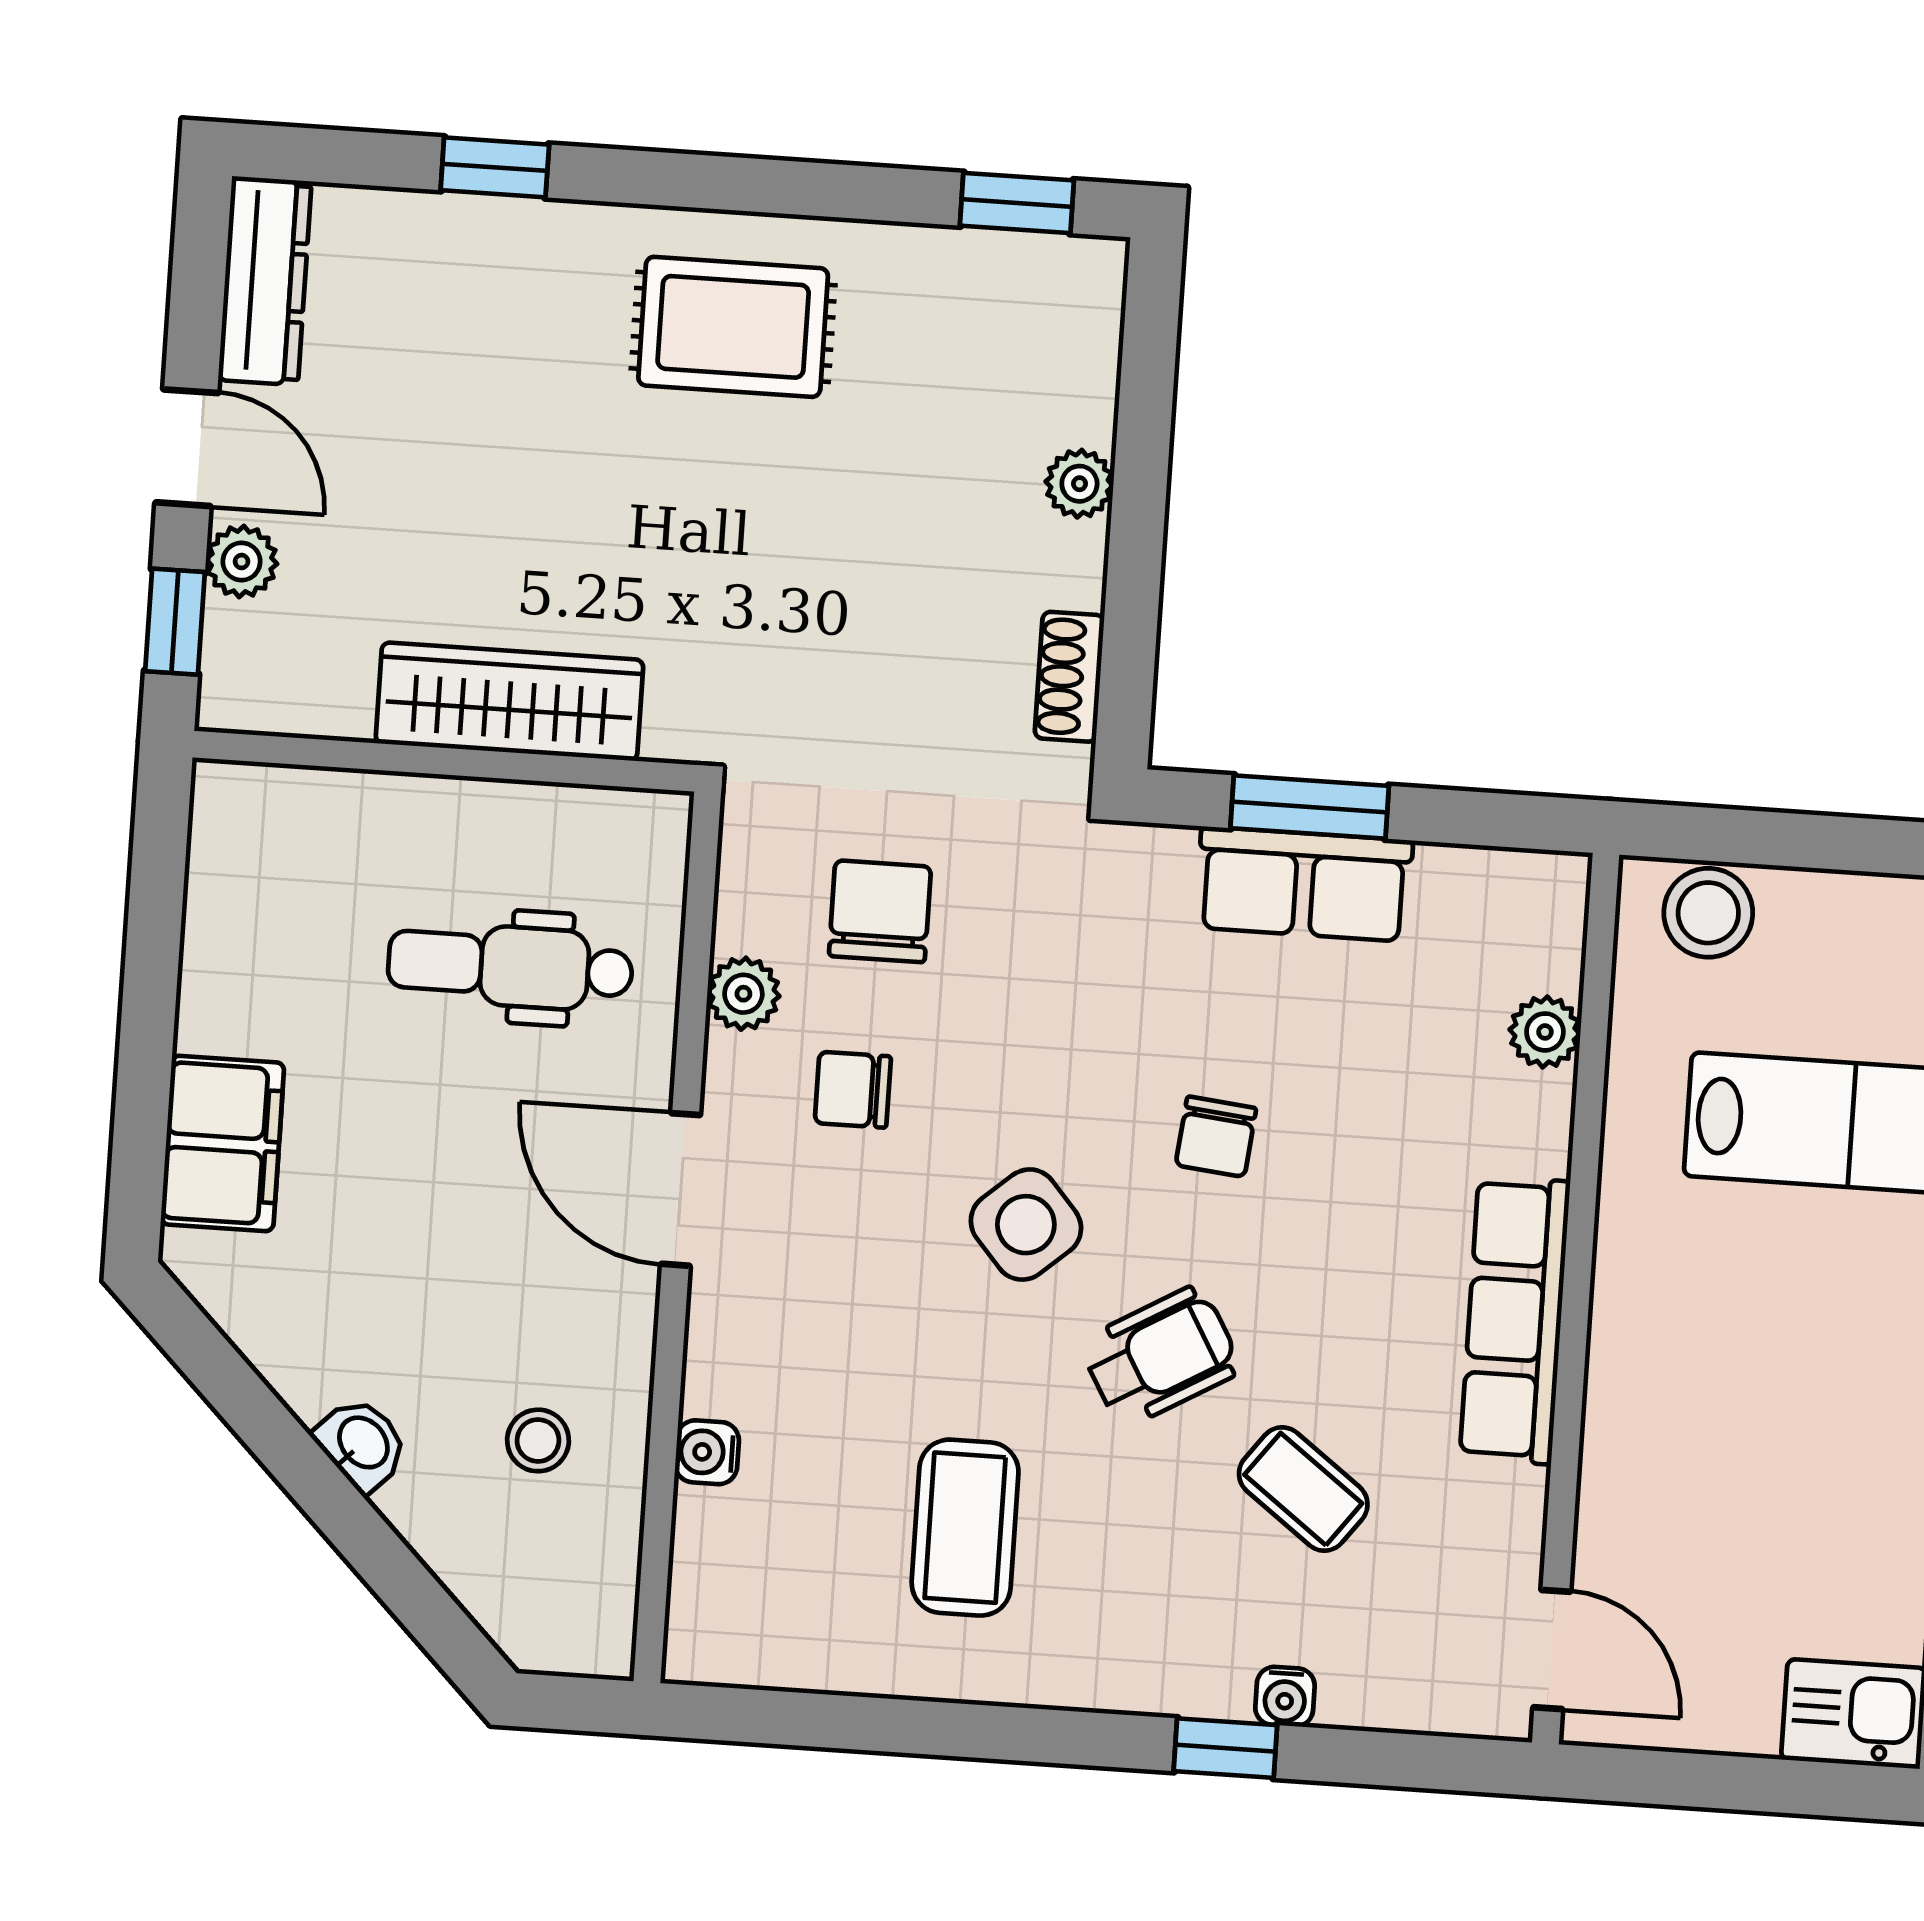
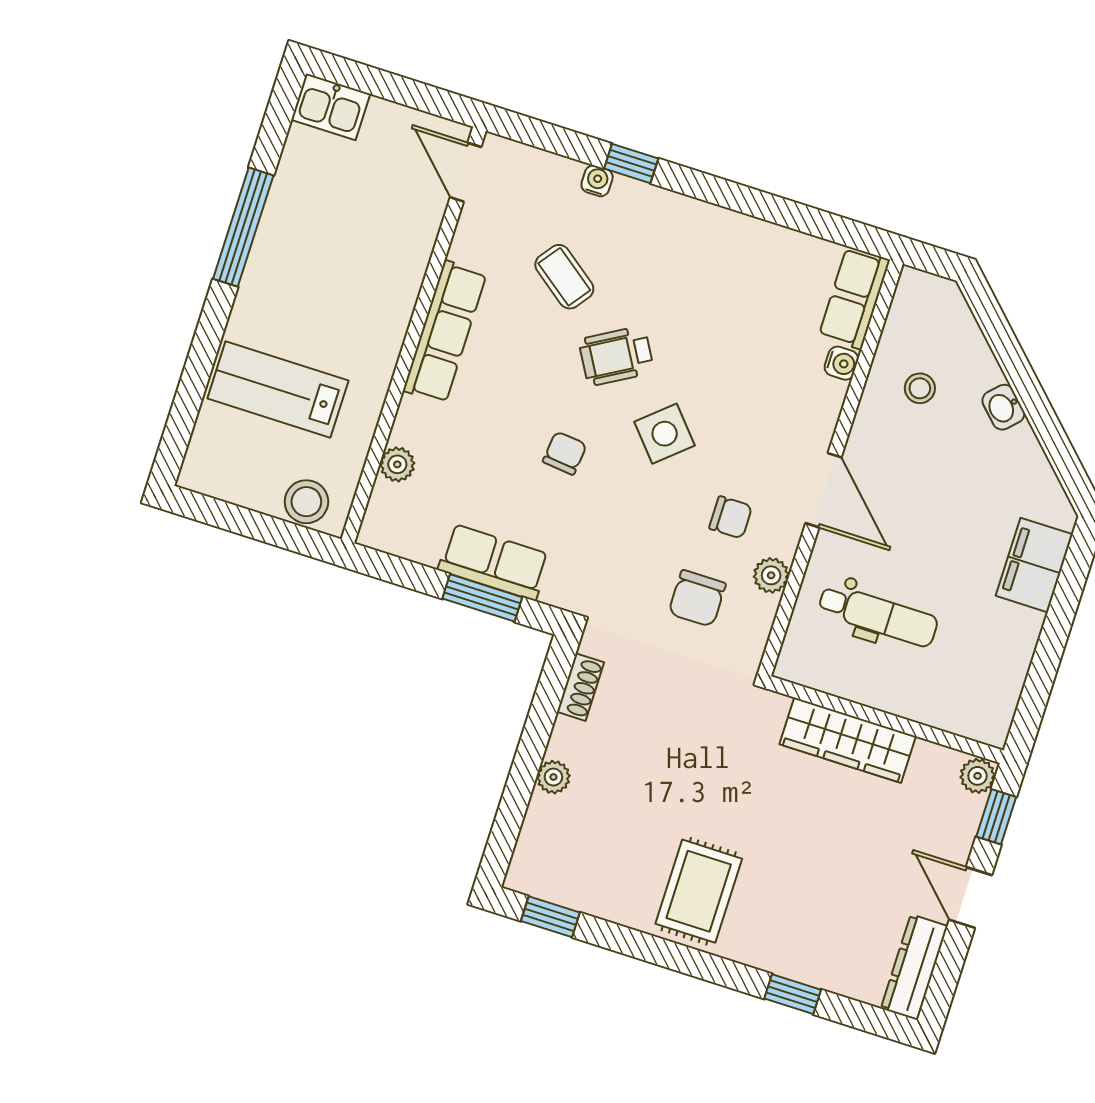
rug: (733, 327) -> (699, 891), turned 90
plant: (242, 562) -> (978, 776), moved
coffee table: (965, 1528) -> (728, 298), removed
row of seats: (713, 1589) -> (854, 298), added

